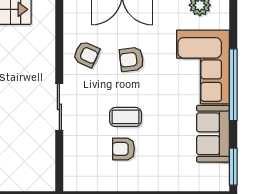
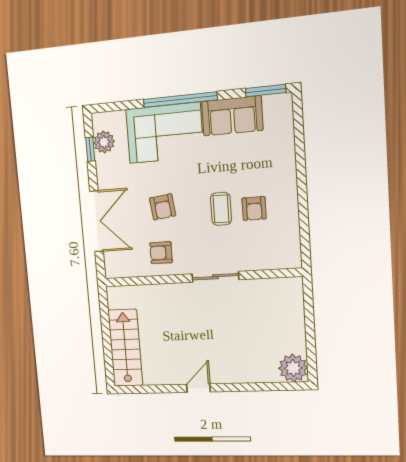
armchair: (86, 54) -> (161, 253), turned -114

